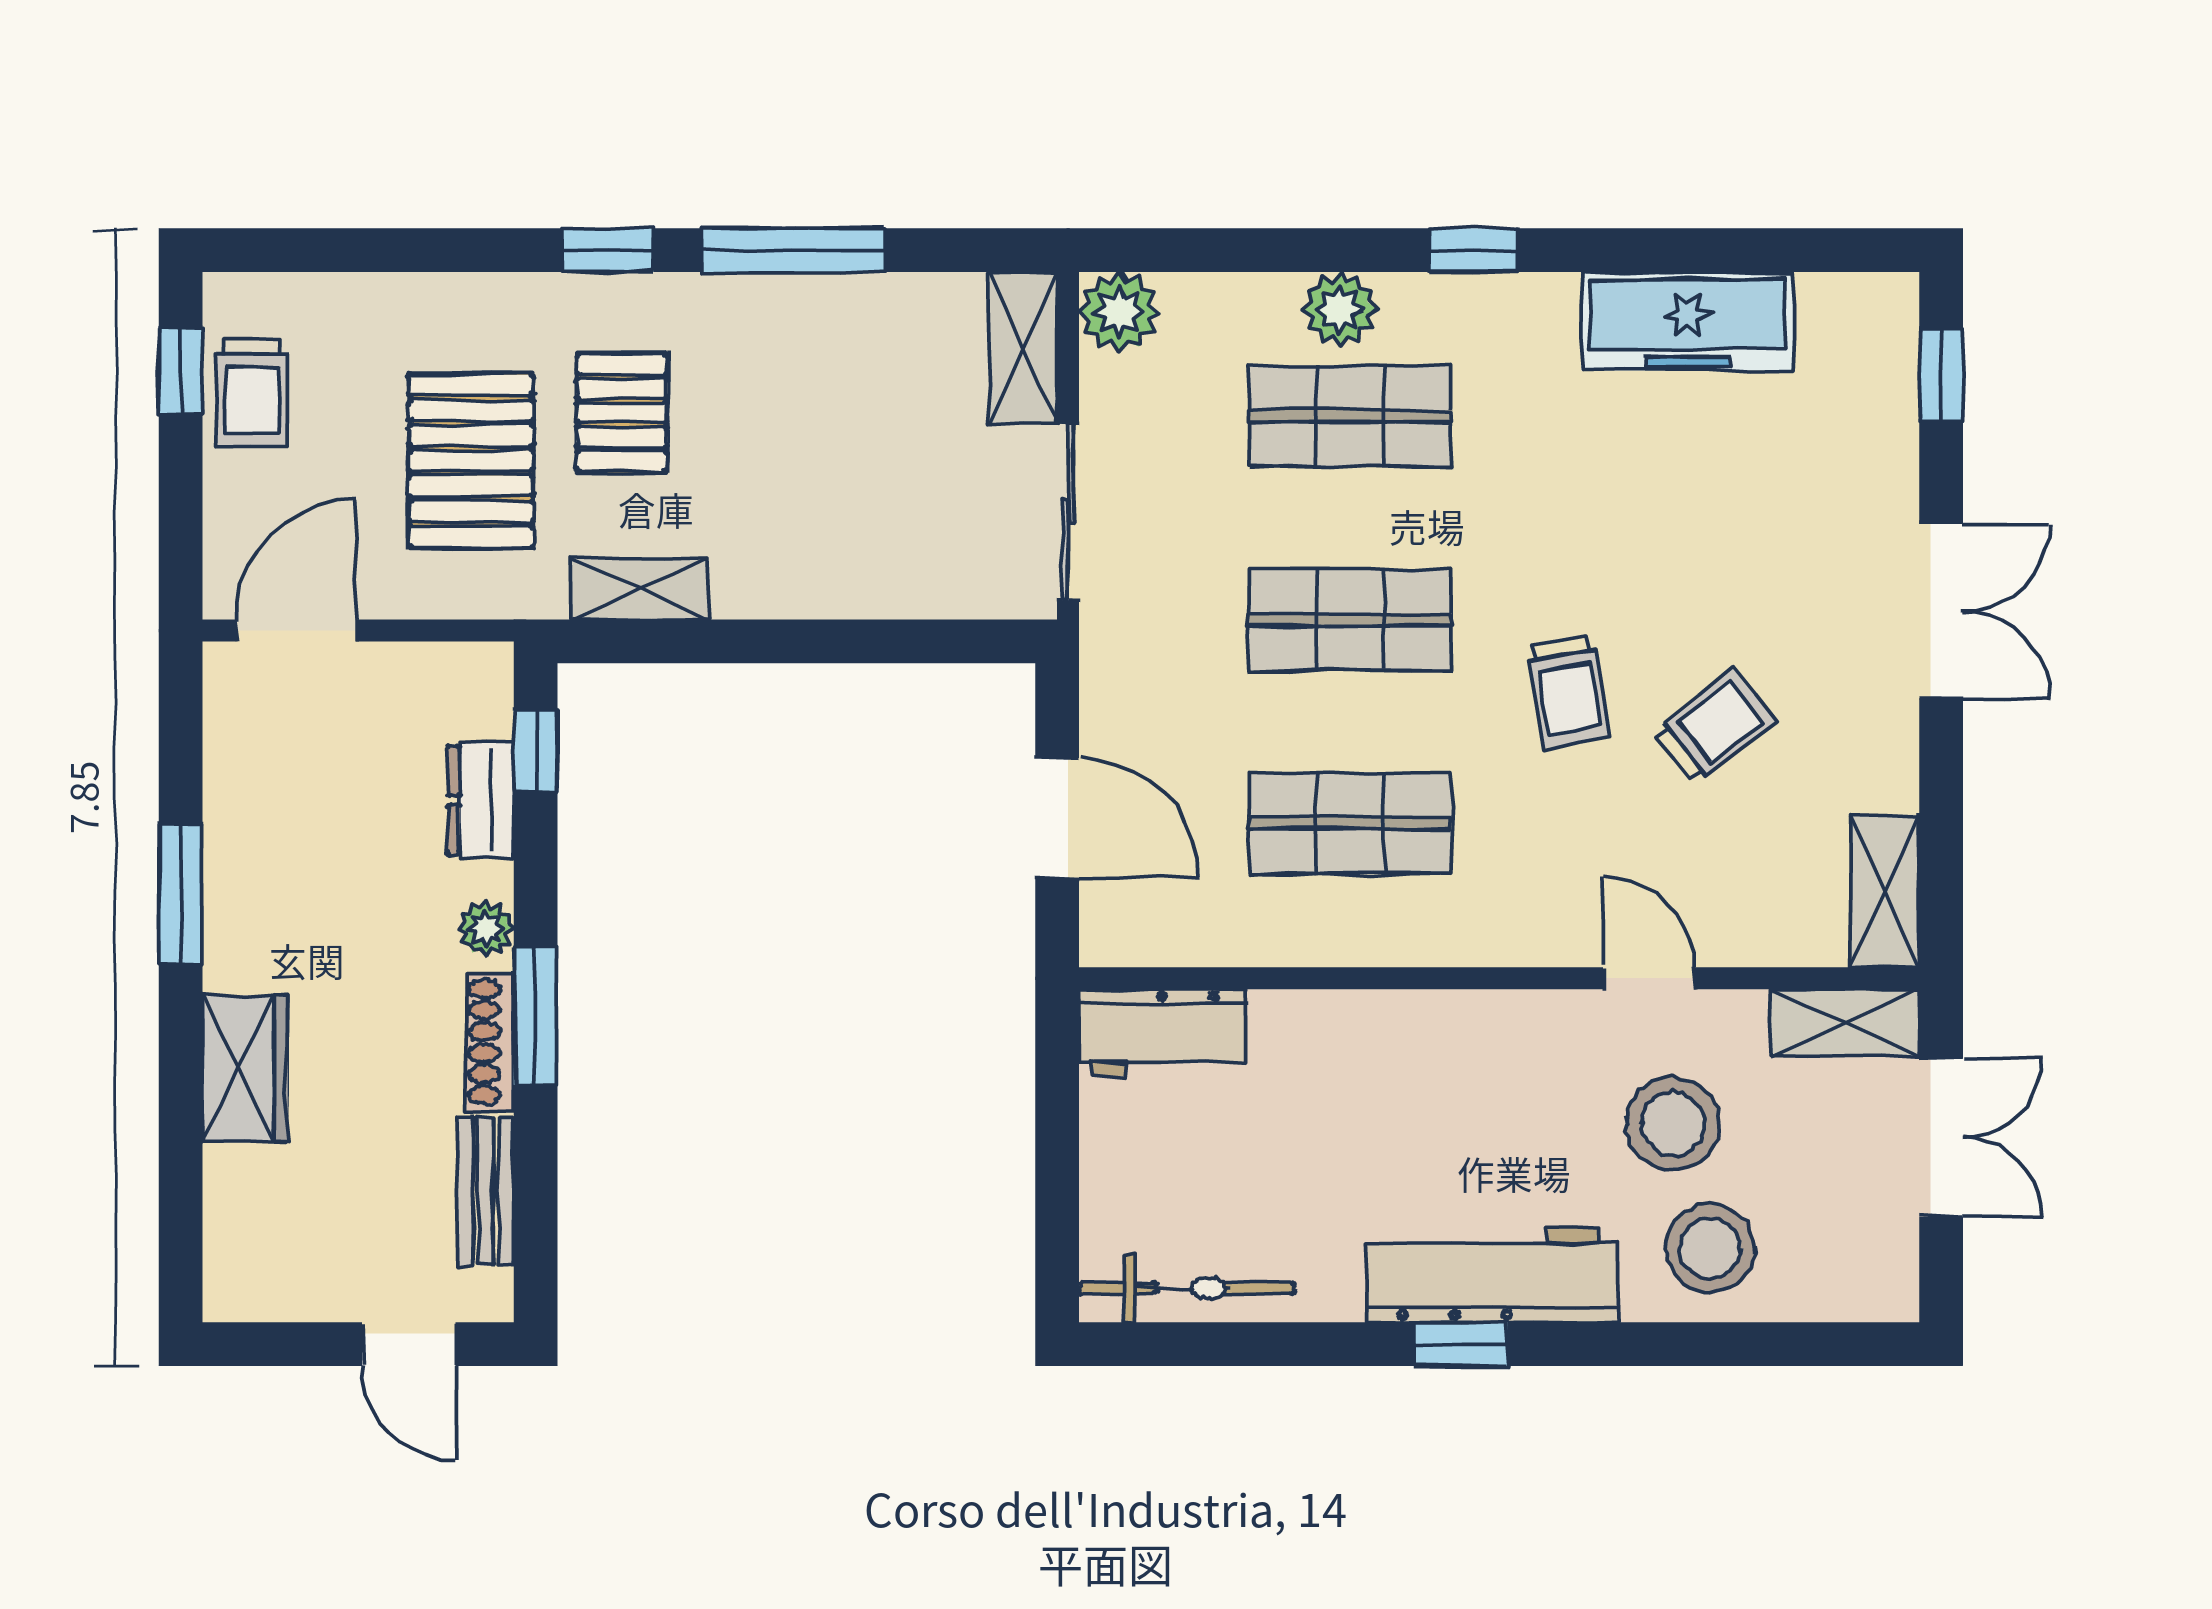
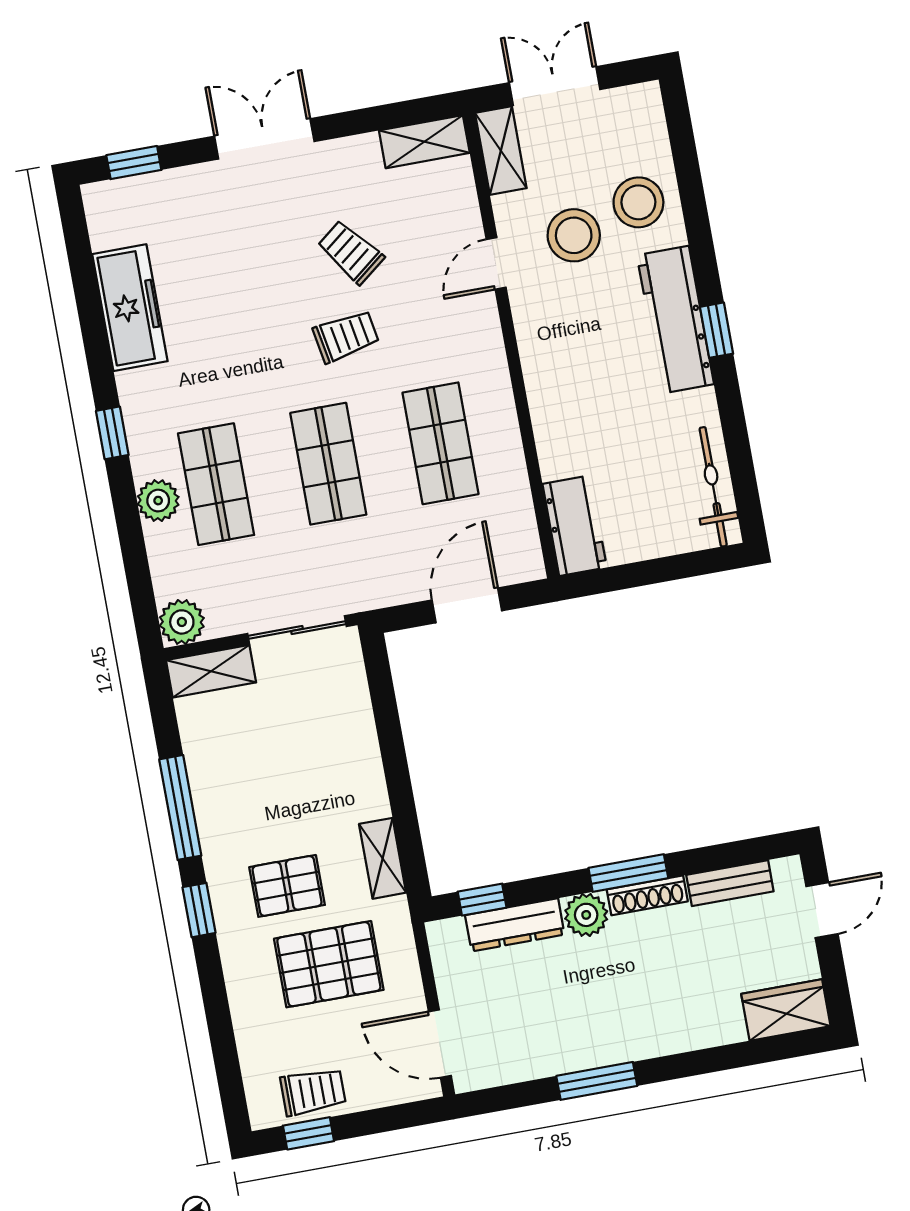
dresser: (481, 800) -> (515, 925), width x1.44
plant: (486, 929) -> (586, 915), width x1.38, depth x1.38
wardrobe: (245, 1069) -> (786, 1010), moved

